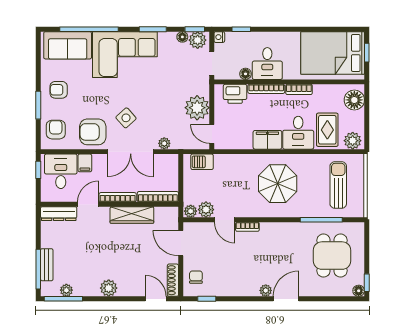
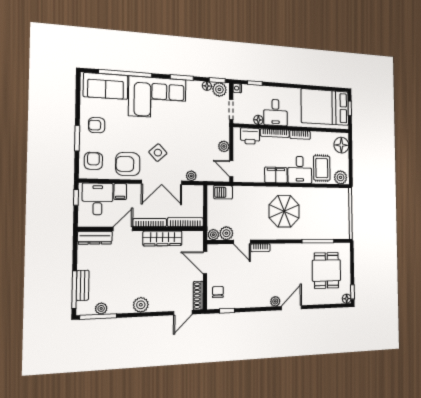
plant: (197, 108) -> (224, 146), width x0.53, depth x0.53
sun lounger: (338, 185) -> (330, 213), removed
door: (156, 299) -> (183, 313), swing flipped

